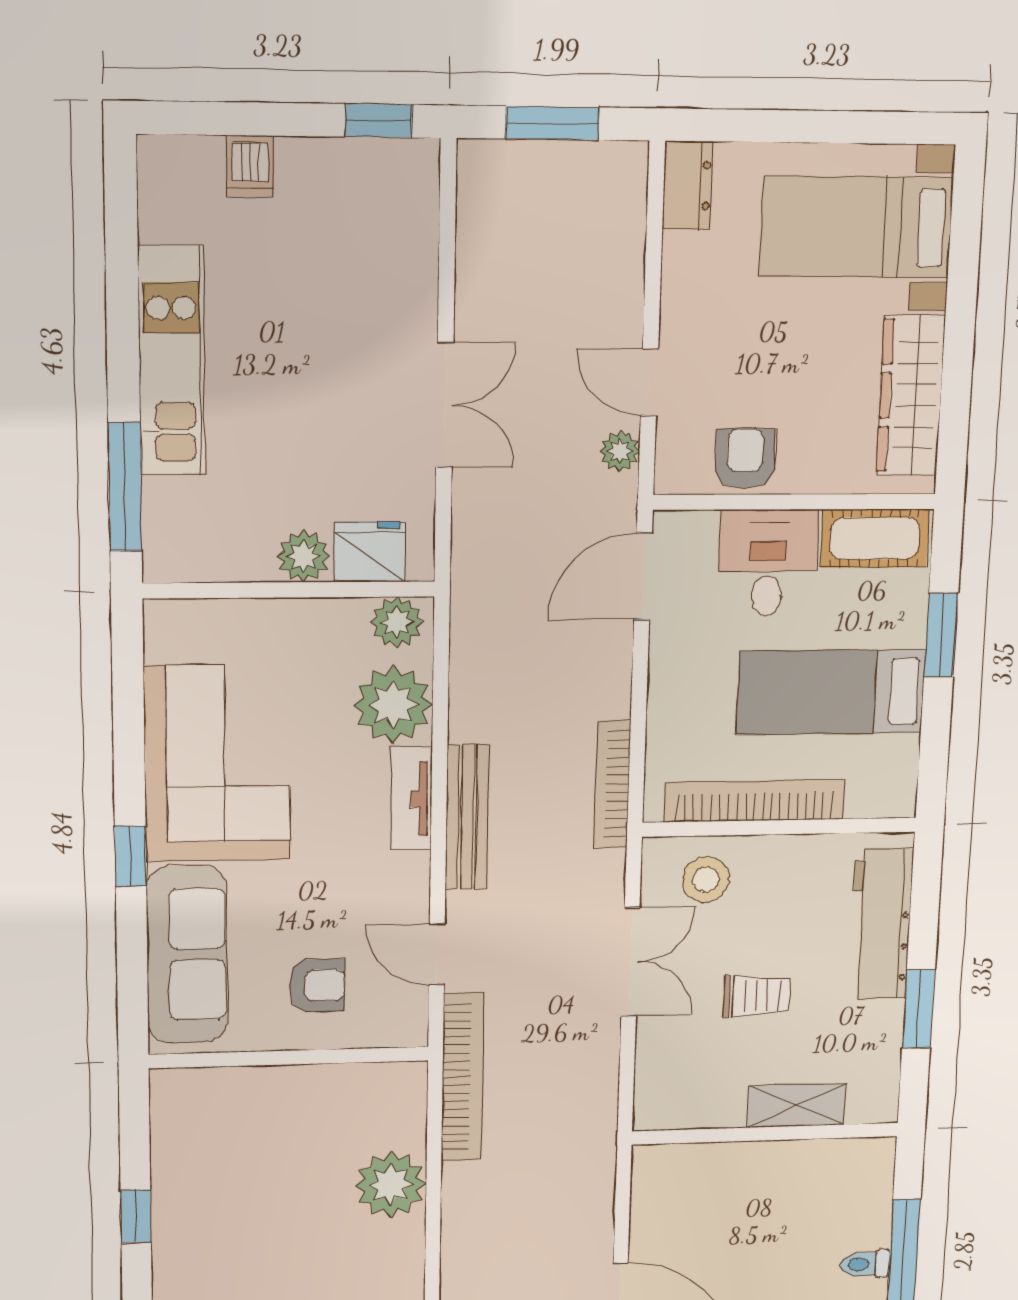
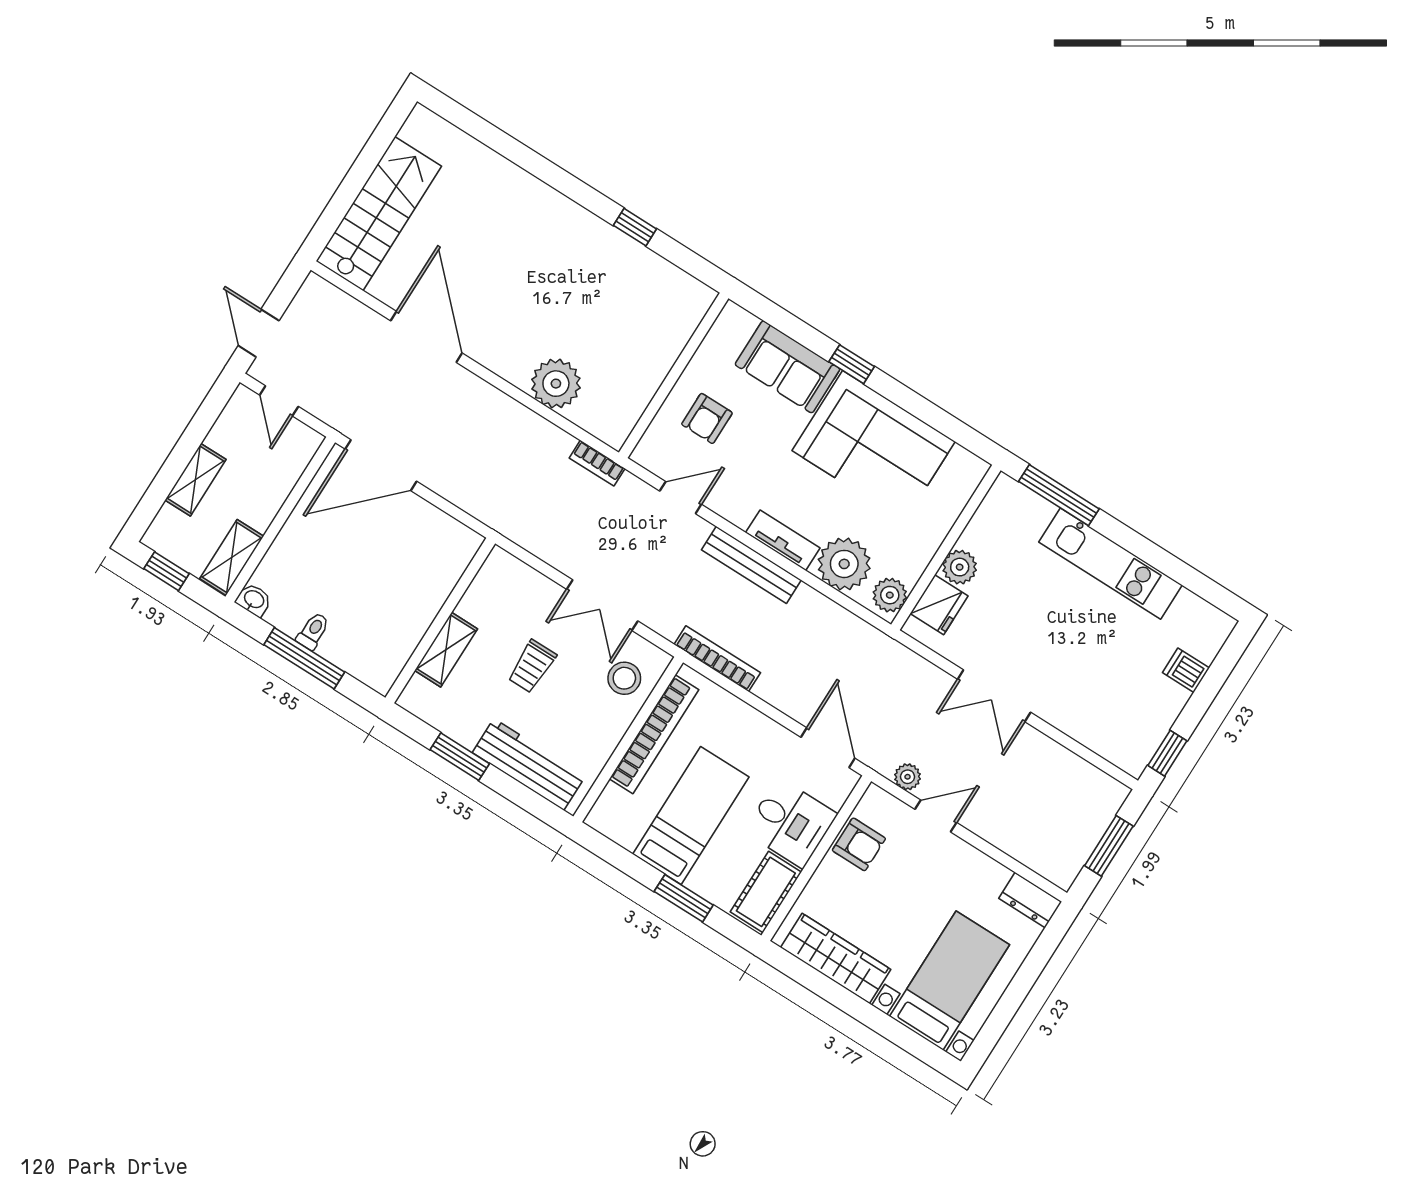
sofa: (187, 955) -> (787, 367), width x0.73
bookcase: (463, 1077) -> (597, 463), width x0.43, depth x0.76

